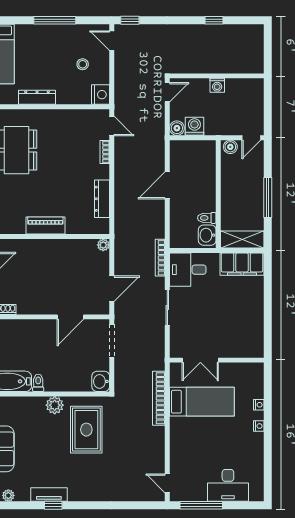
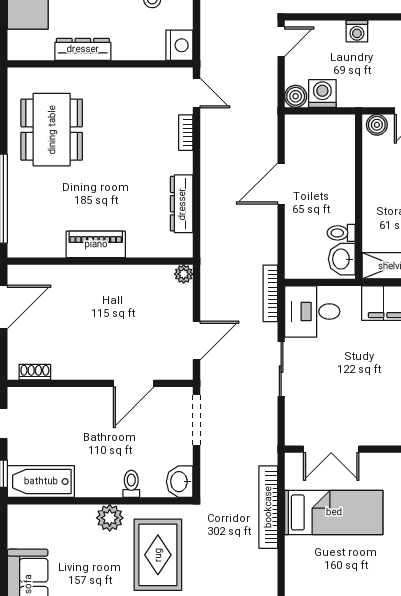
toilet: (38, 383) -> (131, 484), moved

